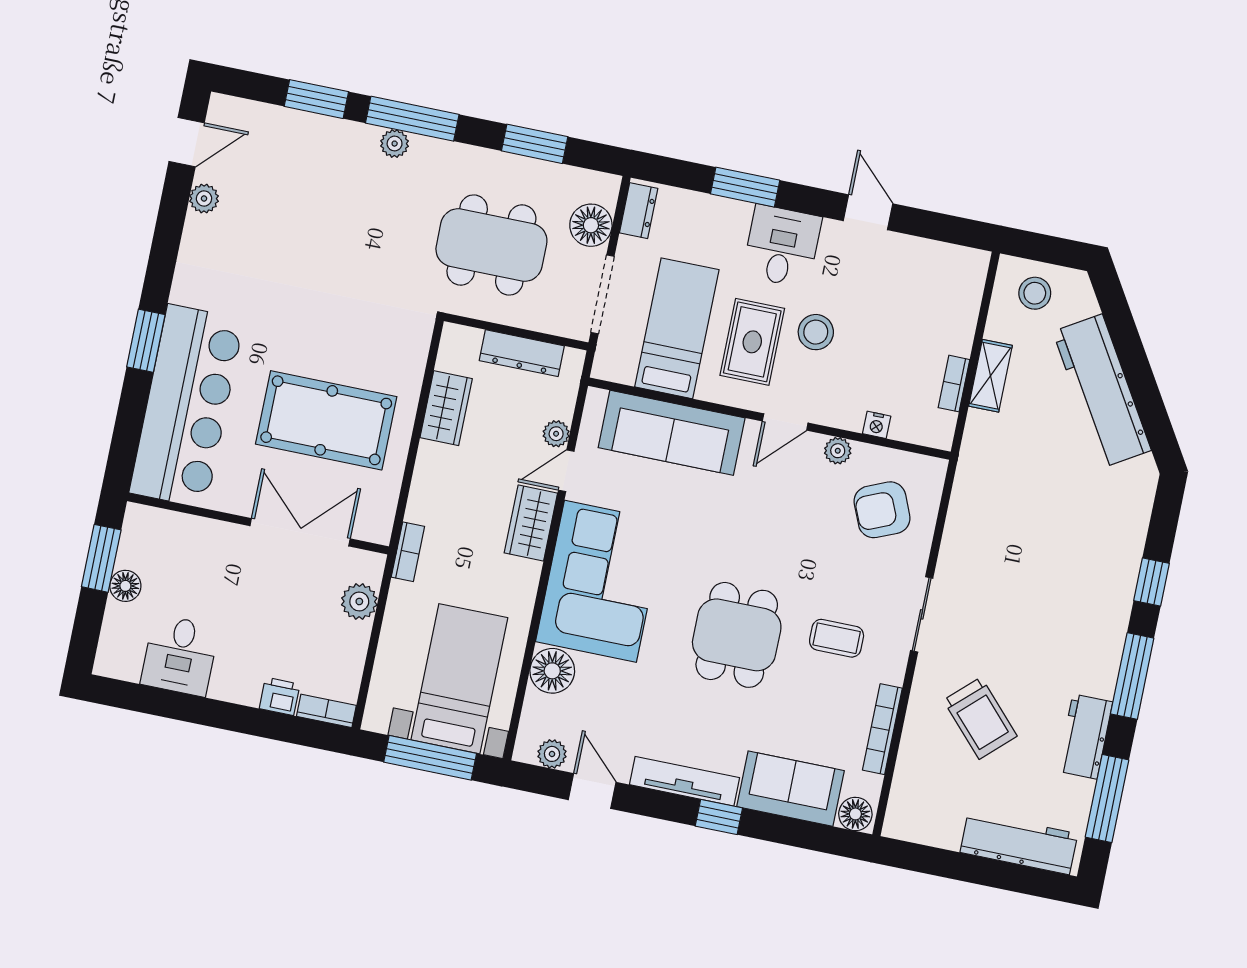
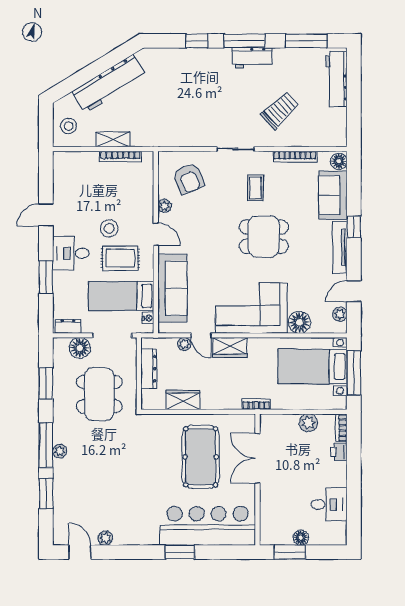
bookcase: (954, 384) -> (120, 156), width x1.56
nightstand: (877, 425) -> (148, 318), moved
plant: (359, 602) -> (308, 423), moved
workbench: (1085, 736) -> (252, 58), moved

